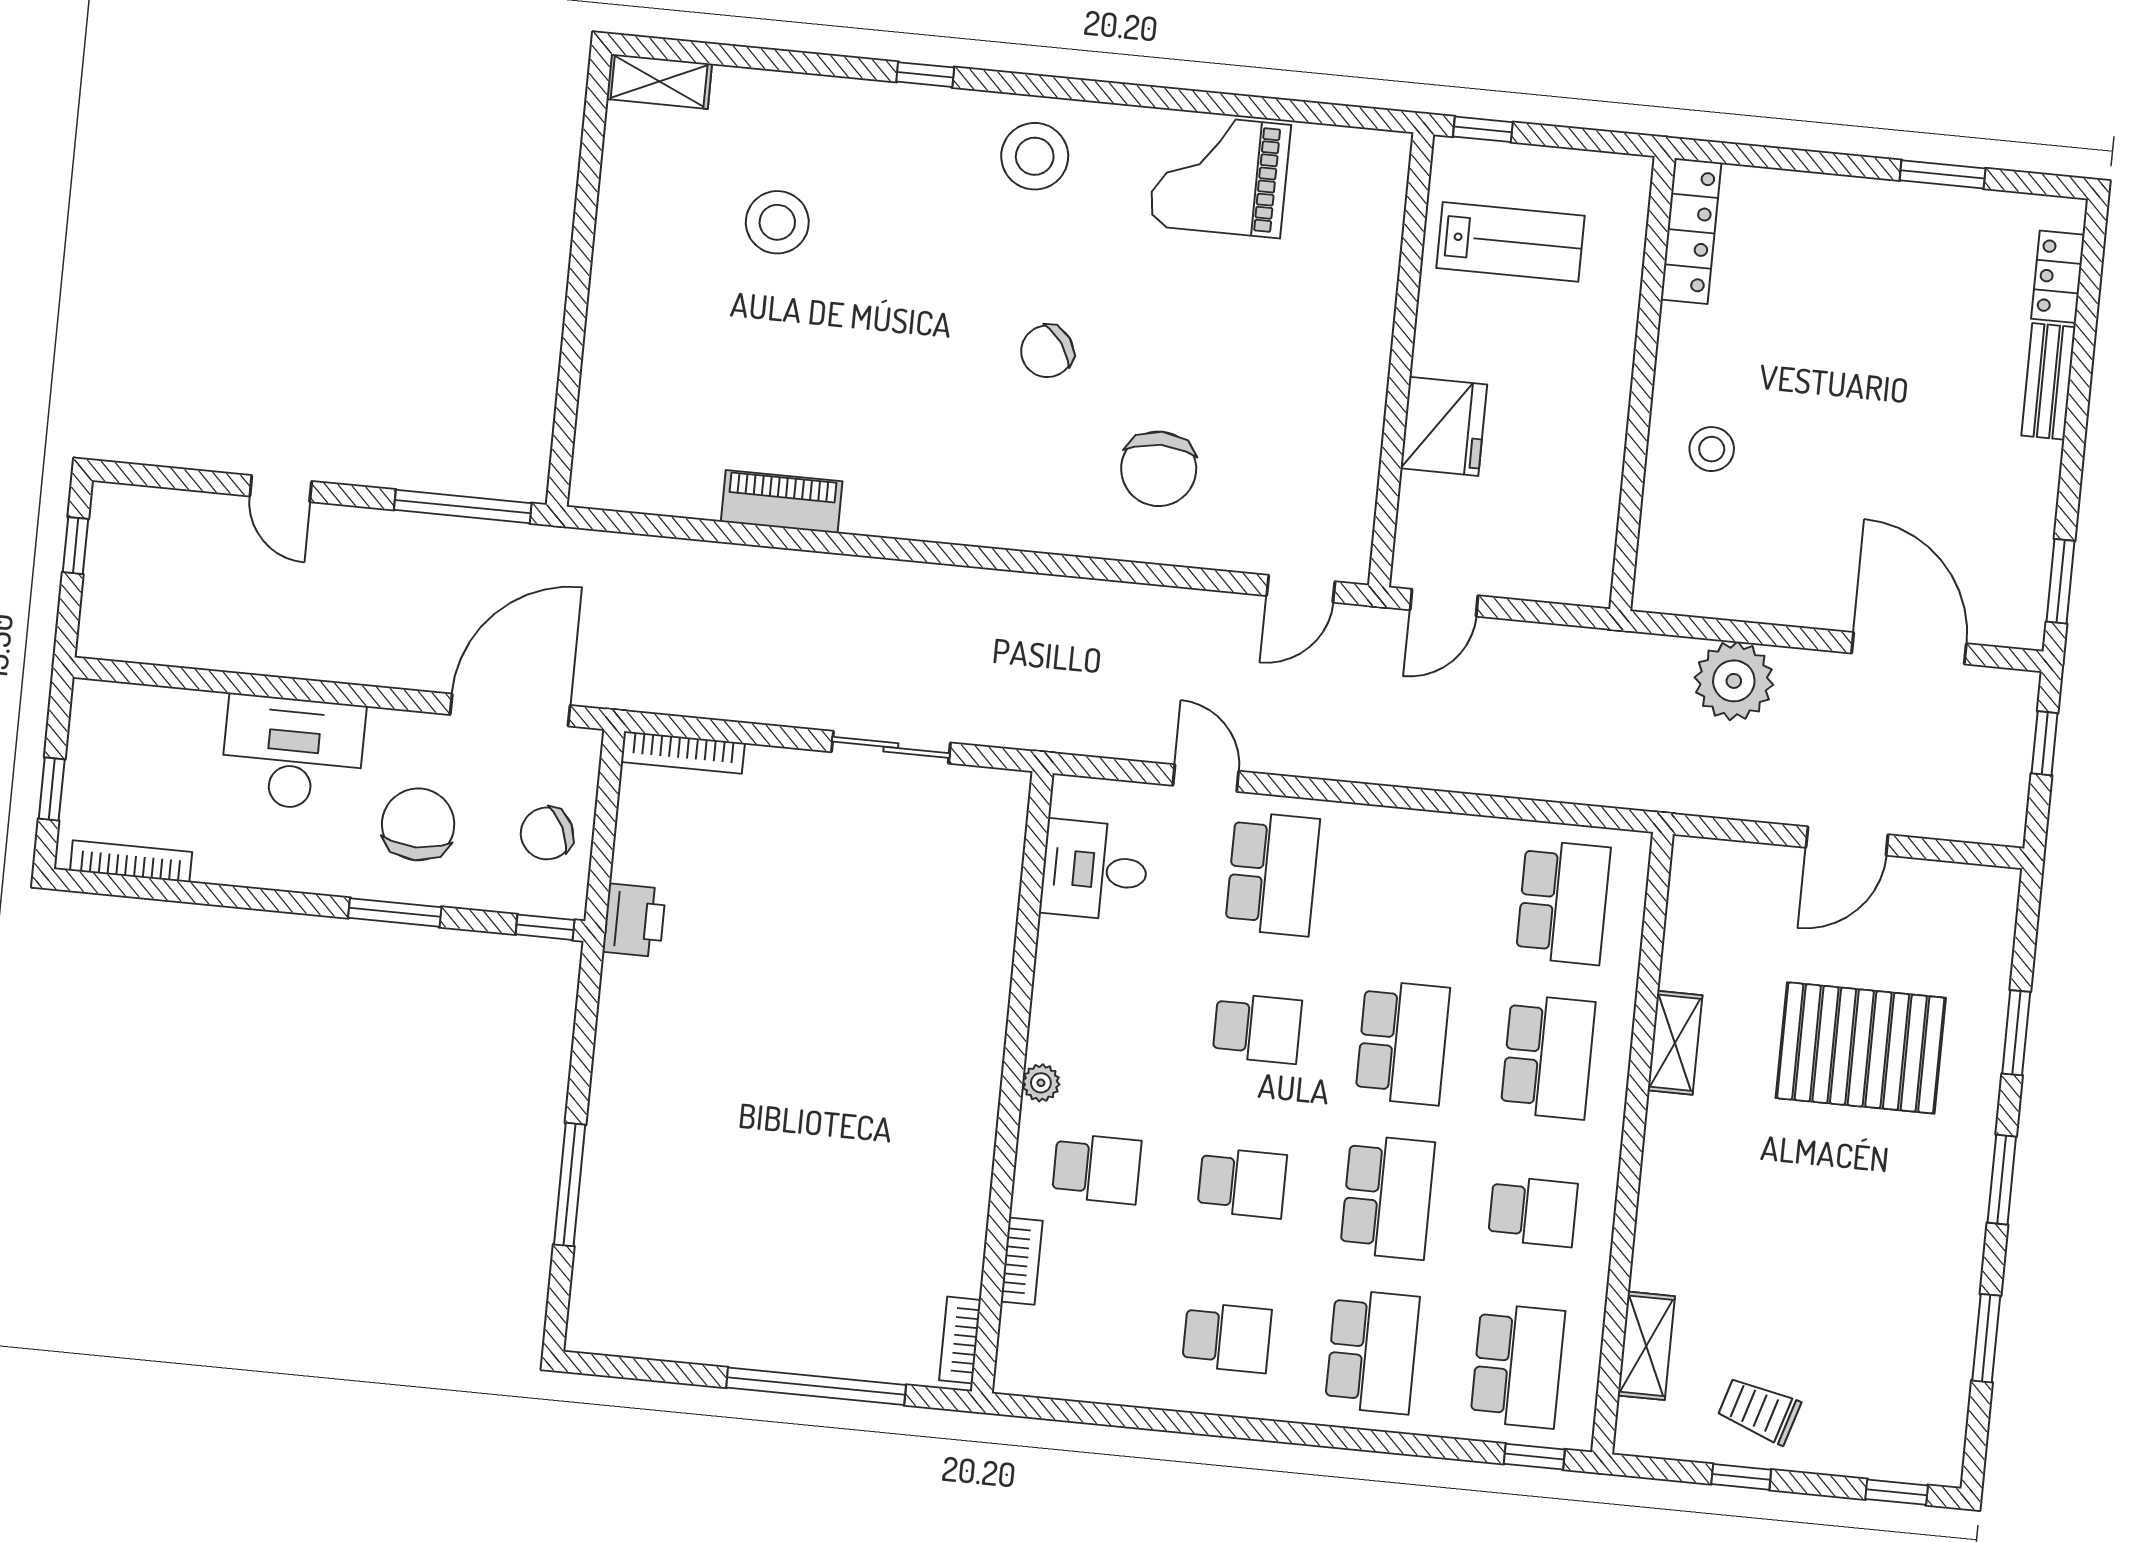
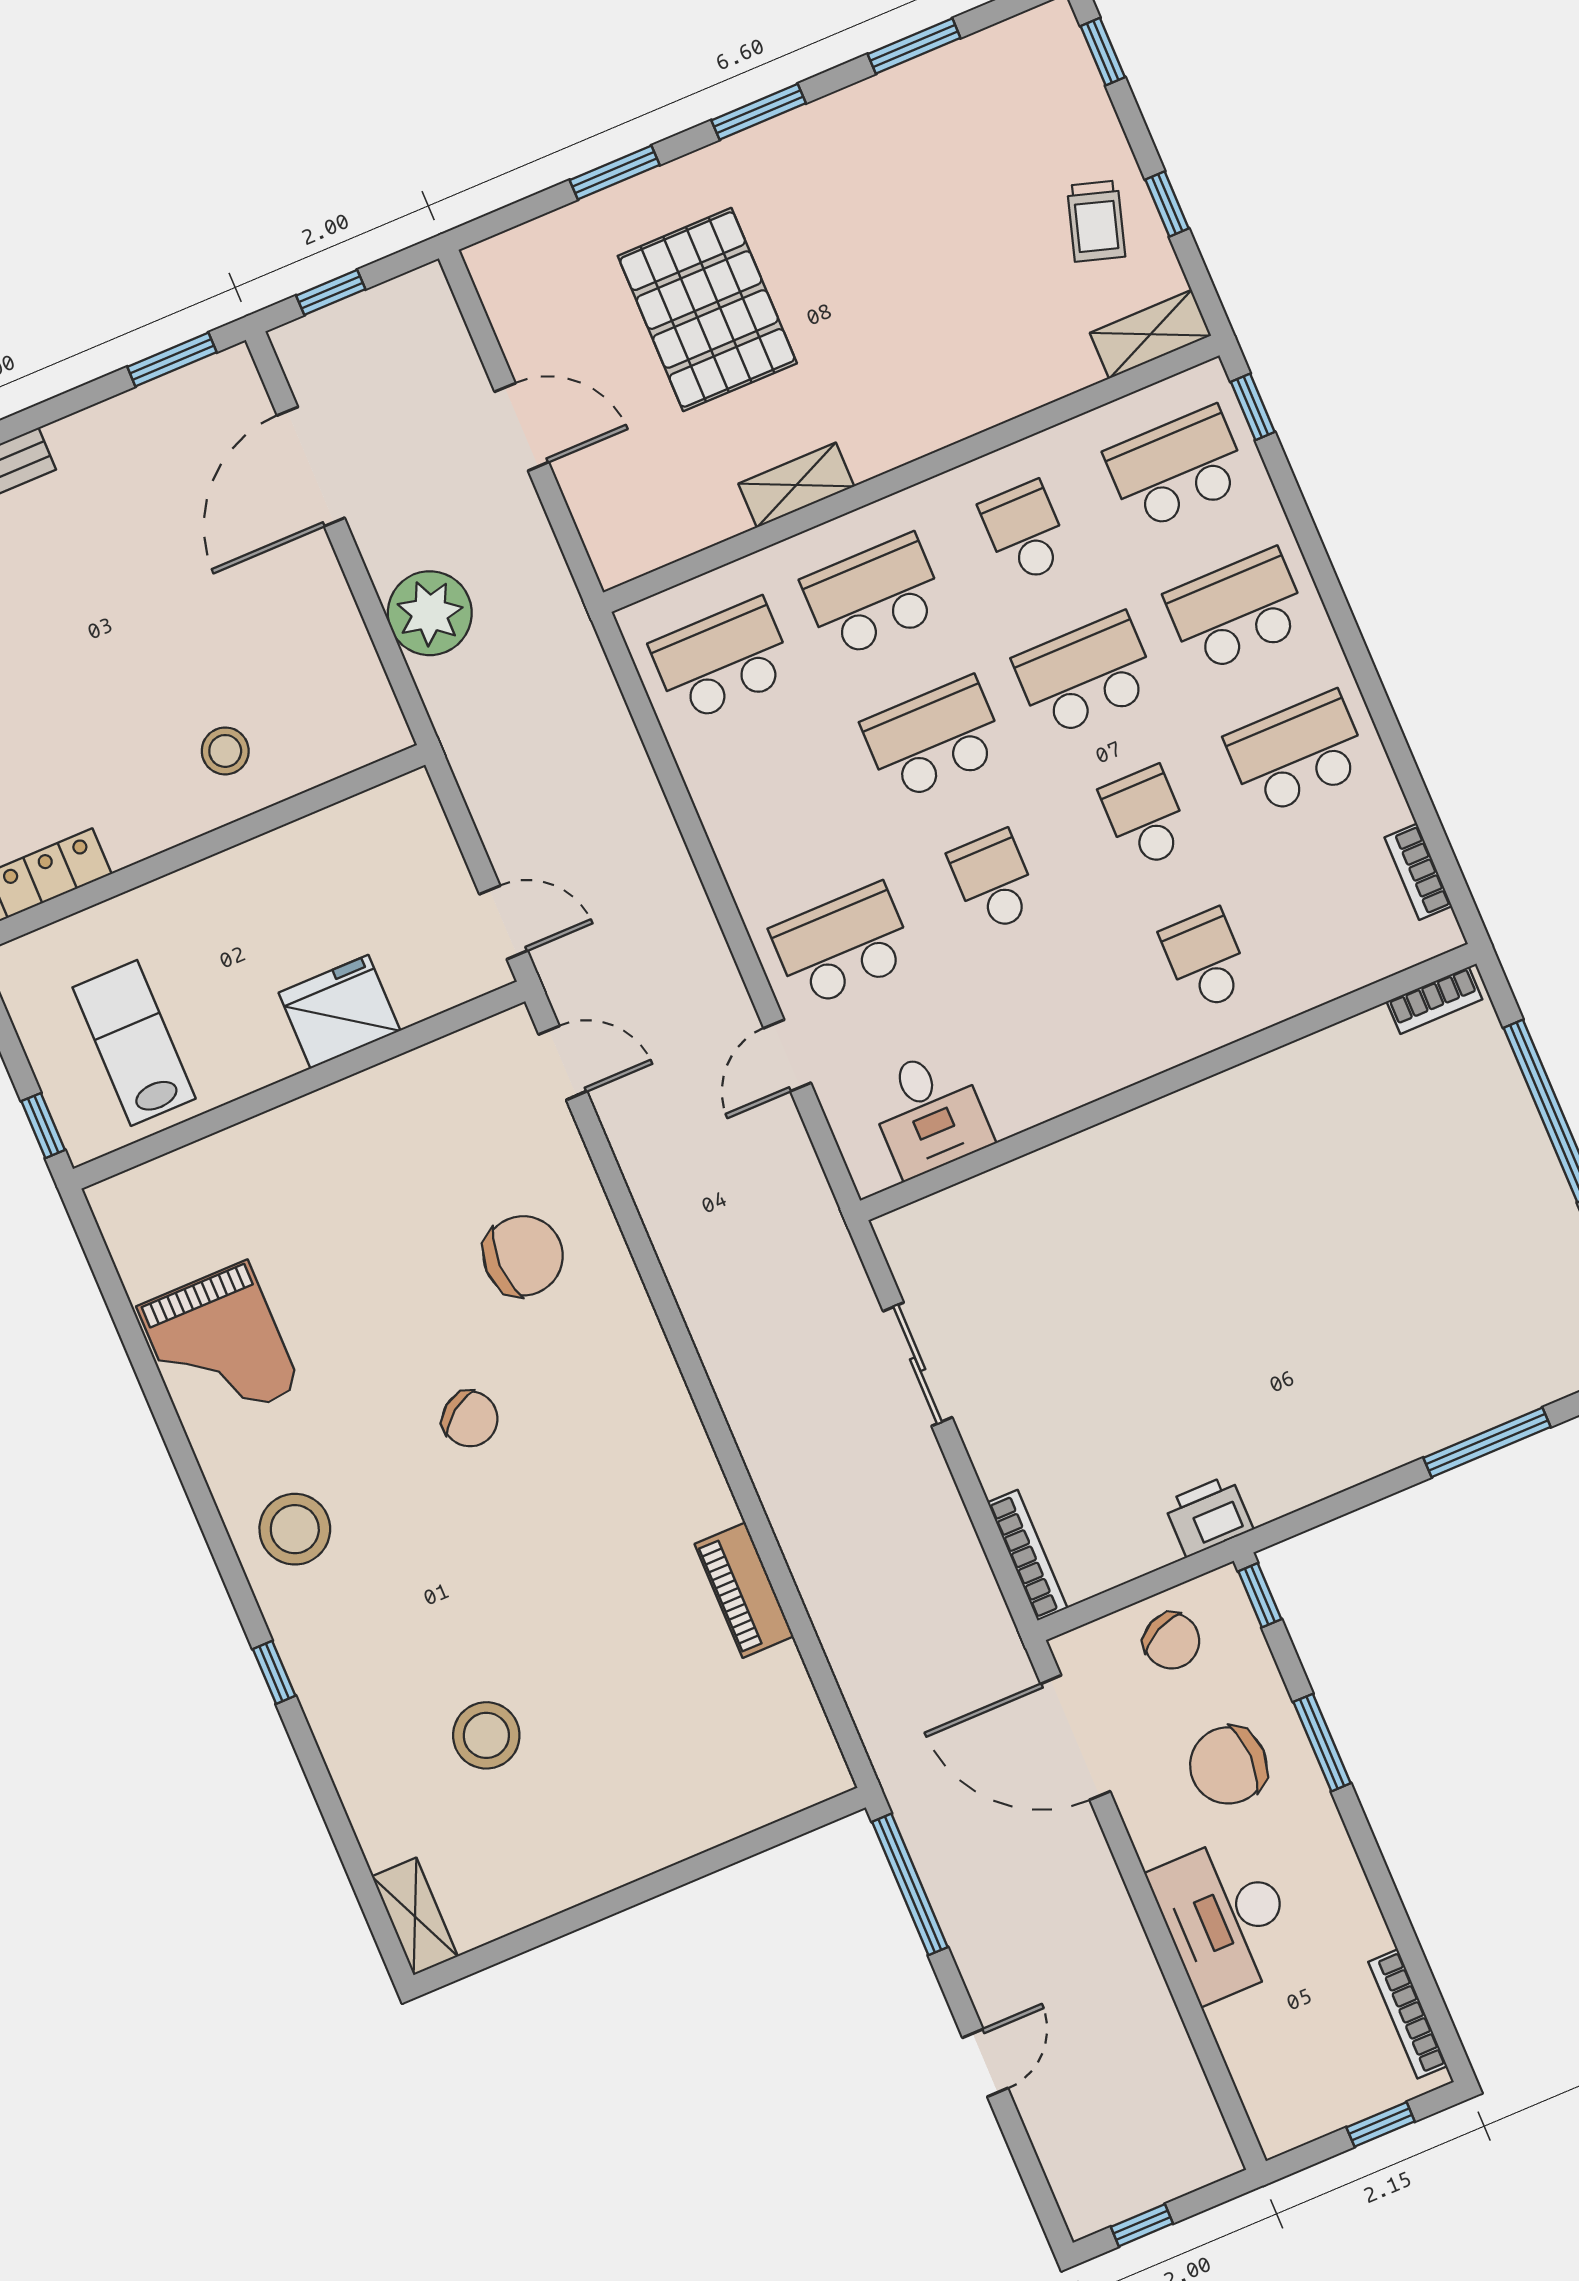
plant: (1041, 1083) -> (1154, 1055), removed
bookcase: (1022, 1261) -> (1418, 872), moved, turned -90
school desk: (1227, 1337) -> (1297, 753), width x1.85
shelving: (1646, 1346) -> (1150, 334), moved

